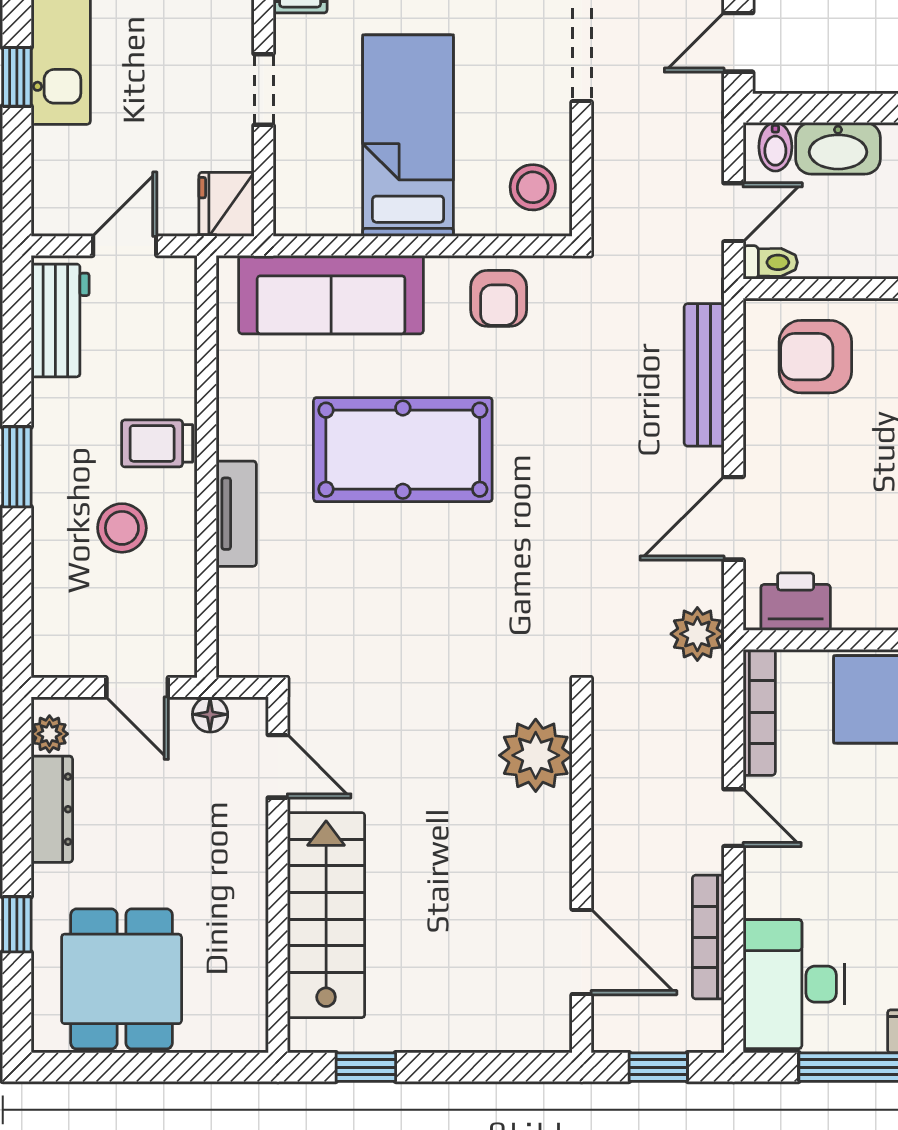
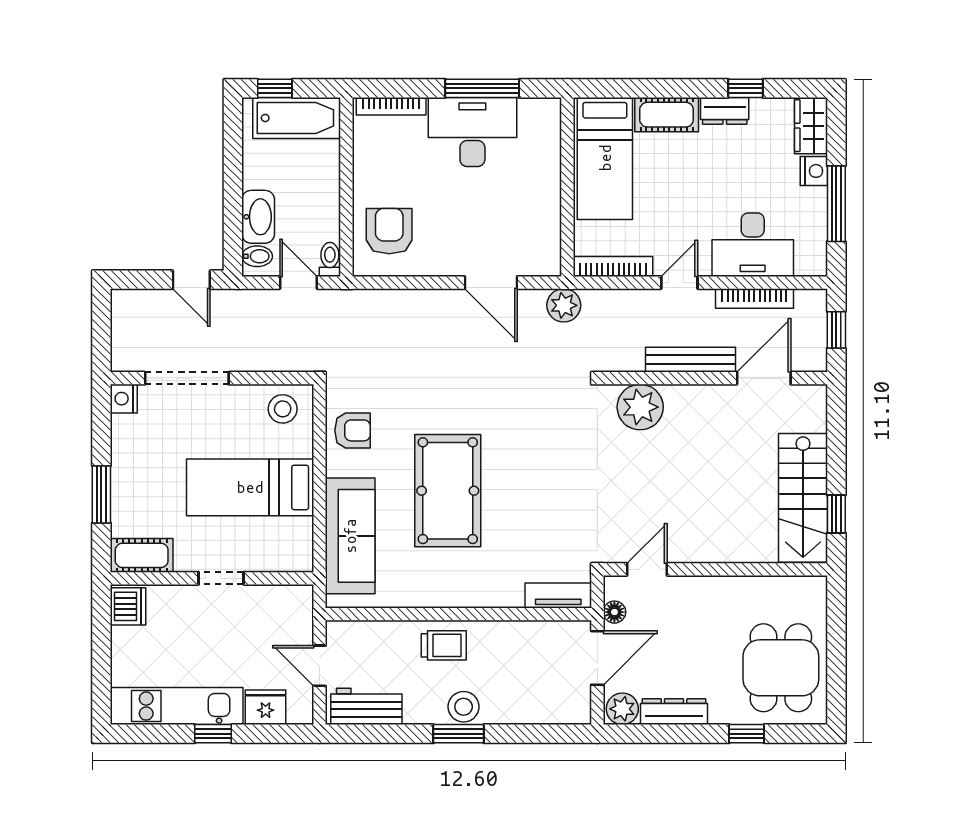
fridge: (227, 204) -> (266, 707), moved, turned 180
armchair: (815, 357) -> (389, 231), turned 180
bench: (704, 375) -> (690, 360), moved
trolley: (157, 443) -> (444, 645), turned -90
tv unit: (236, 514) -> (558, 596), moved
stool: (122, 528) -> (464, 707), moved
printer: (796, 602) -> (543, 244), removed
door: (137, 687) -> (597, 658), width x1.38
plant: (49, 734) -> (622, 709), width x1.38, depth x1.38
stairs: (326, 915) -> (803, 498), moved, turned -90
dining table: (122, 979) -> (781, 668), turned 90
desk: (794, 984) -> (753, 245), moved

